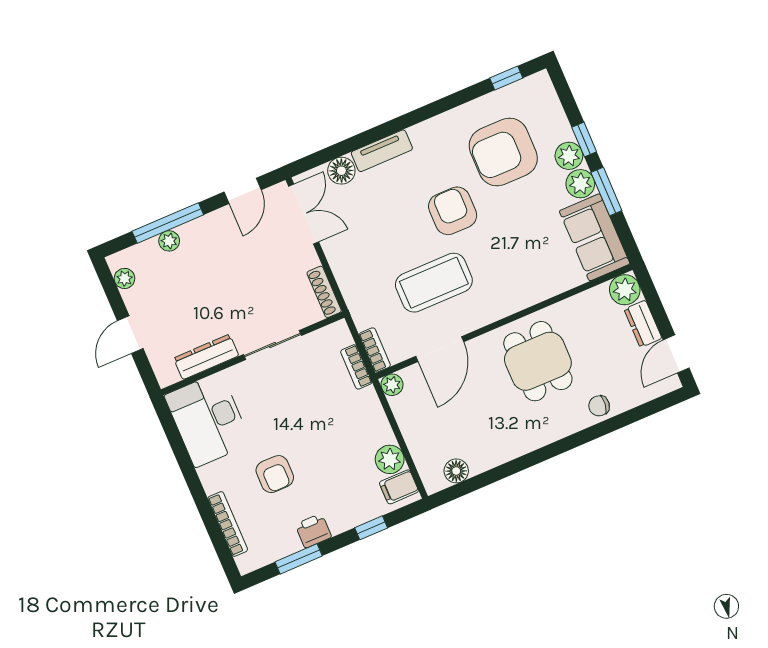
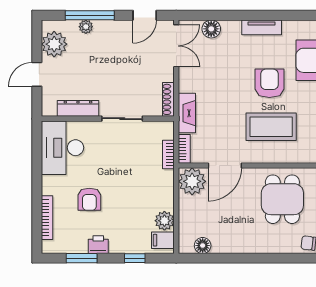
tv unit: (382, 151) -> (262, 27), moved
plant: (125, 278) -> (54, 44), width x1.88, depth x1.88
coffee table: (434, 283) -> (271, 127), moved
fireplace: (357, 300) -> (187, 113), added
plant: (392, 385) -> (192, 181), width x1.88, depth x1.88

